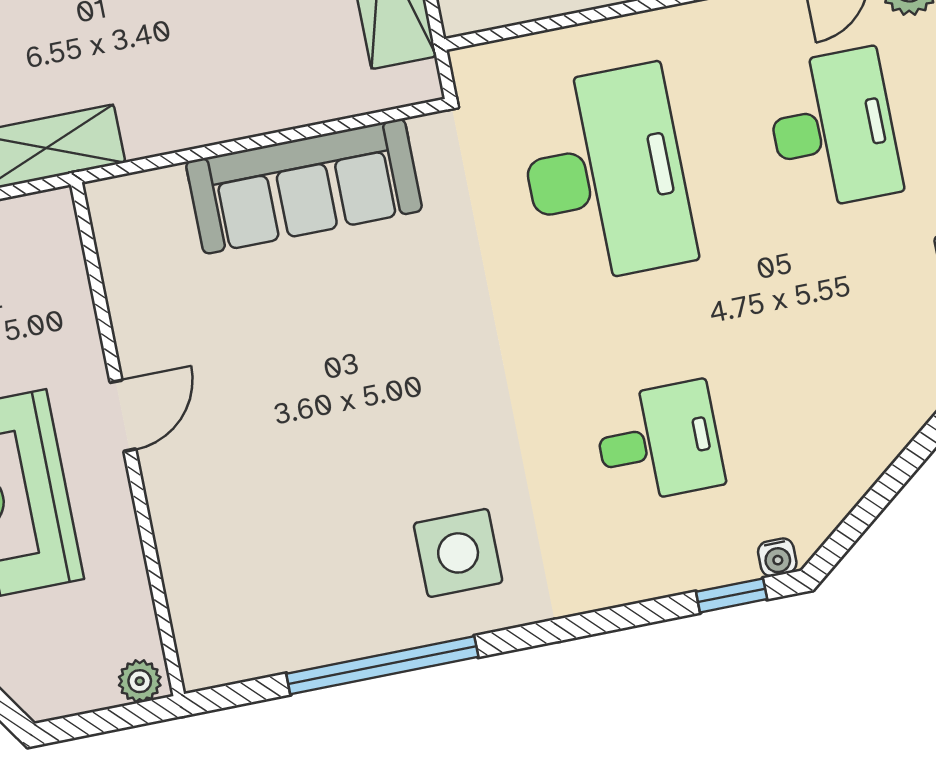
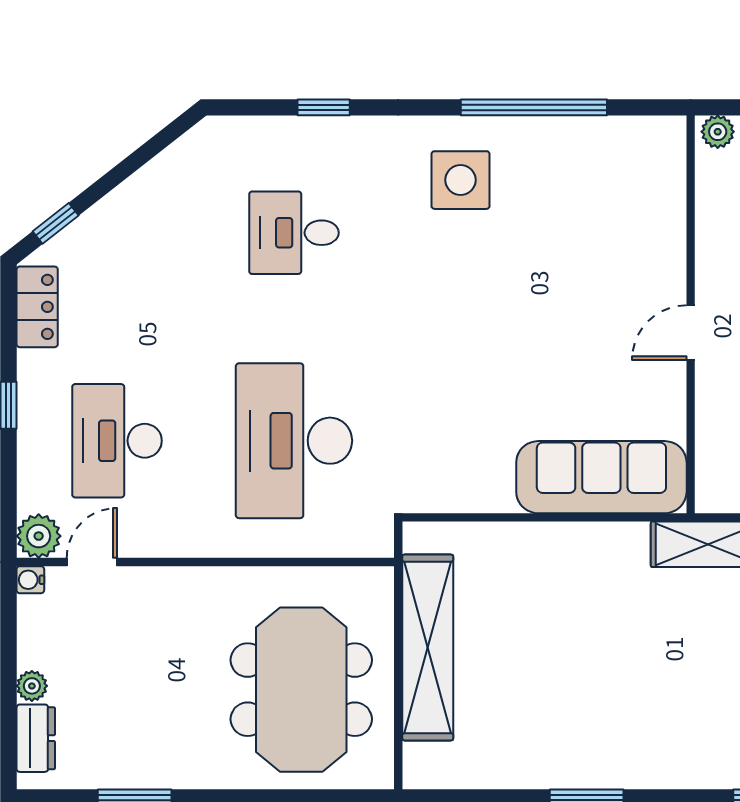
sofa: (304, 186) -> (601, 477), moved
water cooler: (777, 557) -> (223, 129), removed
window: (732, 595) -> (324, 107), moved

